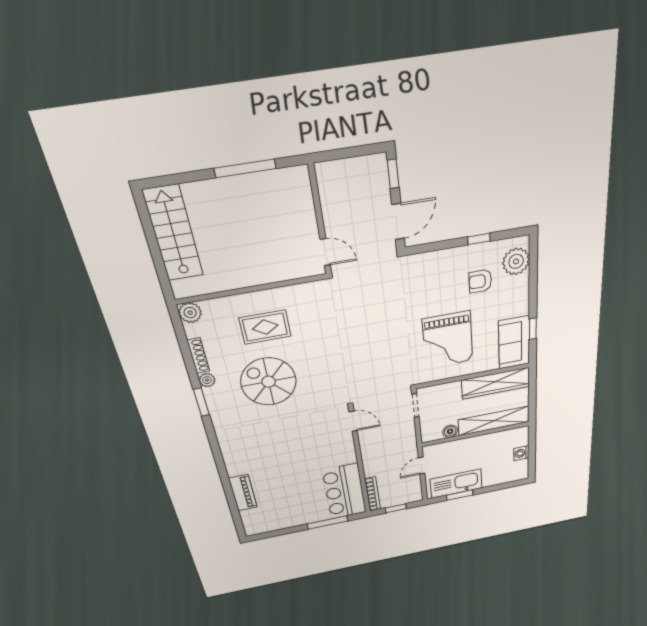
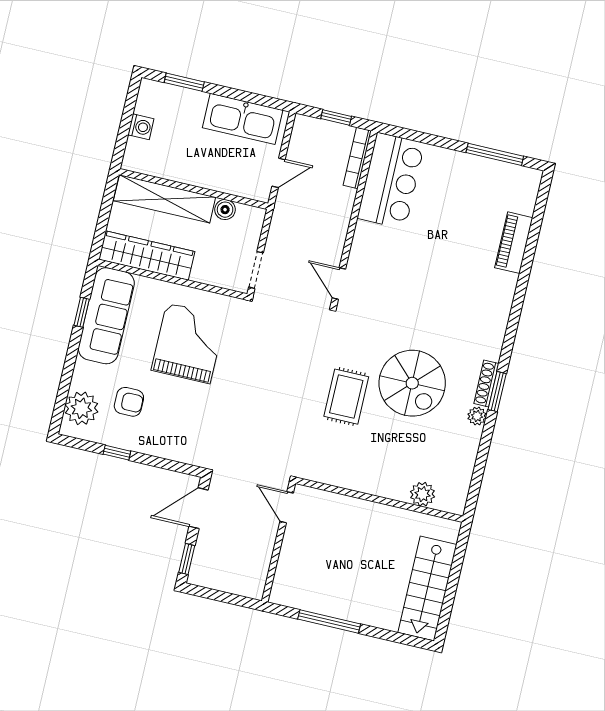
plant: (190, 313) -> (422, 494), moved
rug: (265, 327) -> (346, 397), moved, turned 90
sofa: (514, 342) -> (106, 316), width x1.36
shoe rack: (198, 356) -> (486, 384), moved
window: (460, 495) -> (184, 82), moved
window: (327, 522) -> (495, 154), moved

